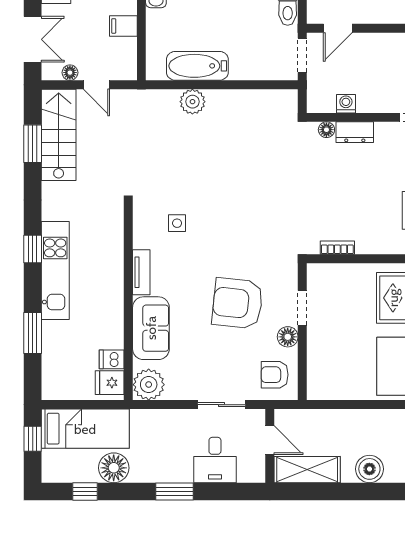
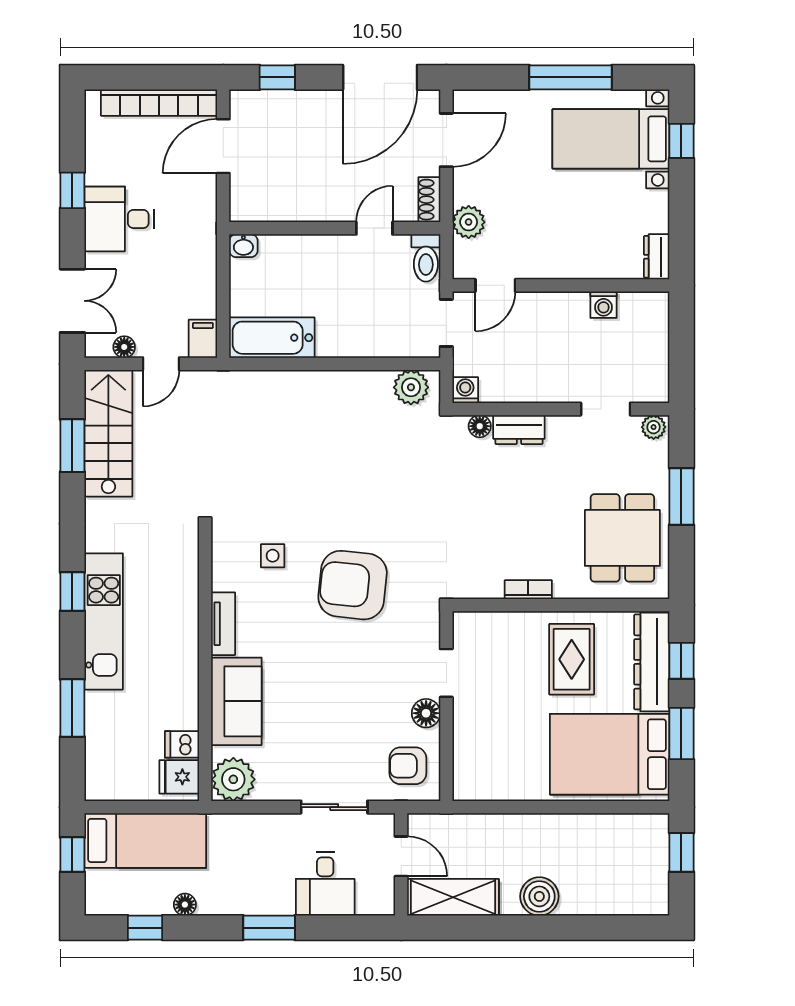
filing cabinet: (123, 26) -> (203, 339), moved, turned 90
bathtub: (197, 66) -> (272, 338), moved
door: (96, 85) -> (161, 364), hinge flipped
plant: (192, 102) -> (411, 387), moved
washing machine: (346, 104) -> (465, 390), moved
bookcase: (337, 248) -> (528, 590), moved
armchair: (238, 303) -> (353, 585), moved
floor lamp: (114, 468) -> (185, 905), width x0.53, depth x0.53

